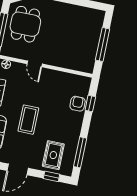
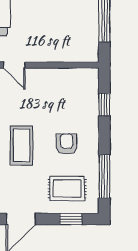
armchair: (78, 104) -> (67, 144), moved
rug: (53, 155) -> (67, 188), turned 90

